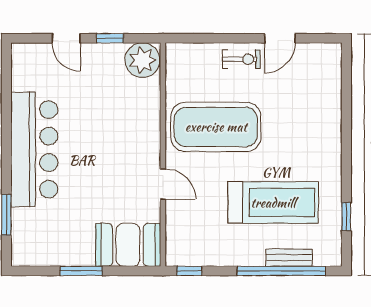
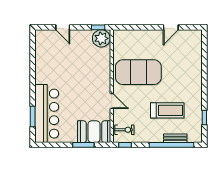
window: (110, 38) -> (98, 27), moved
exercise bike: (241, 59) -> (124, 130), moved
bar counter: (34, 149) -> (47, 114), moved
treadmill: (273, 203) -> (167, 110), width x0.73, depth x0.73
window: (81, 271) -> (83, 145), moved

